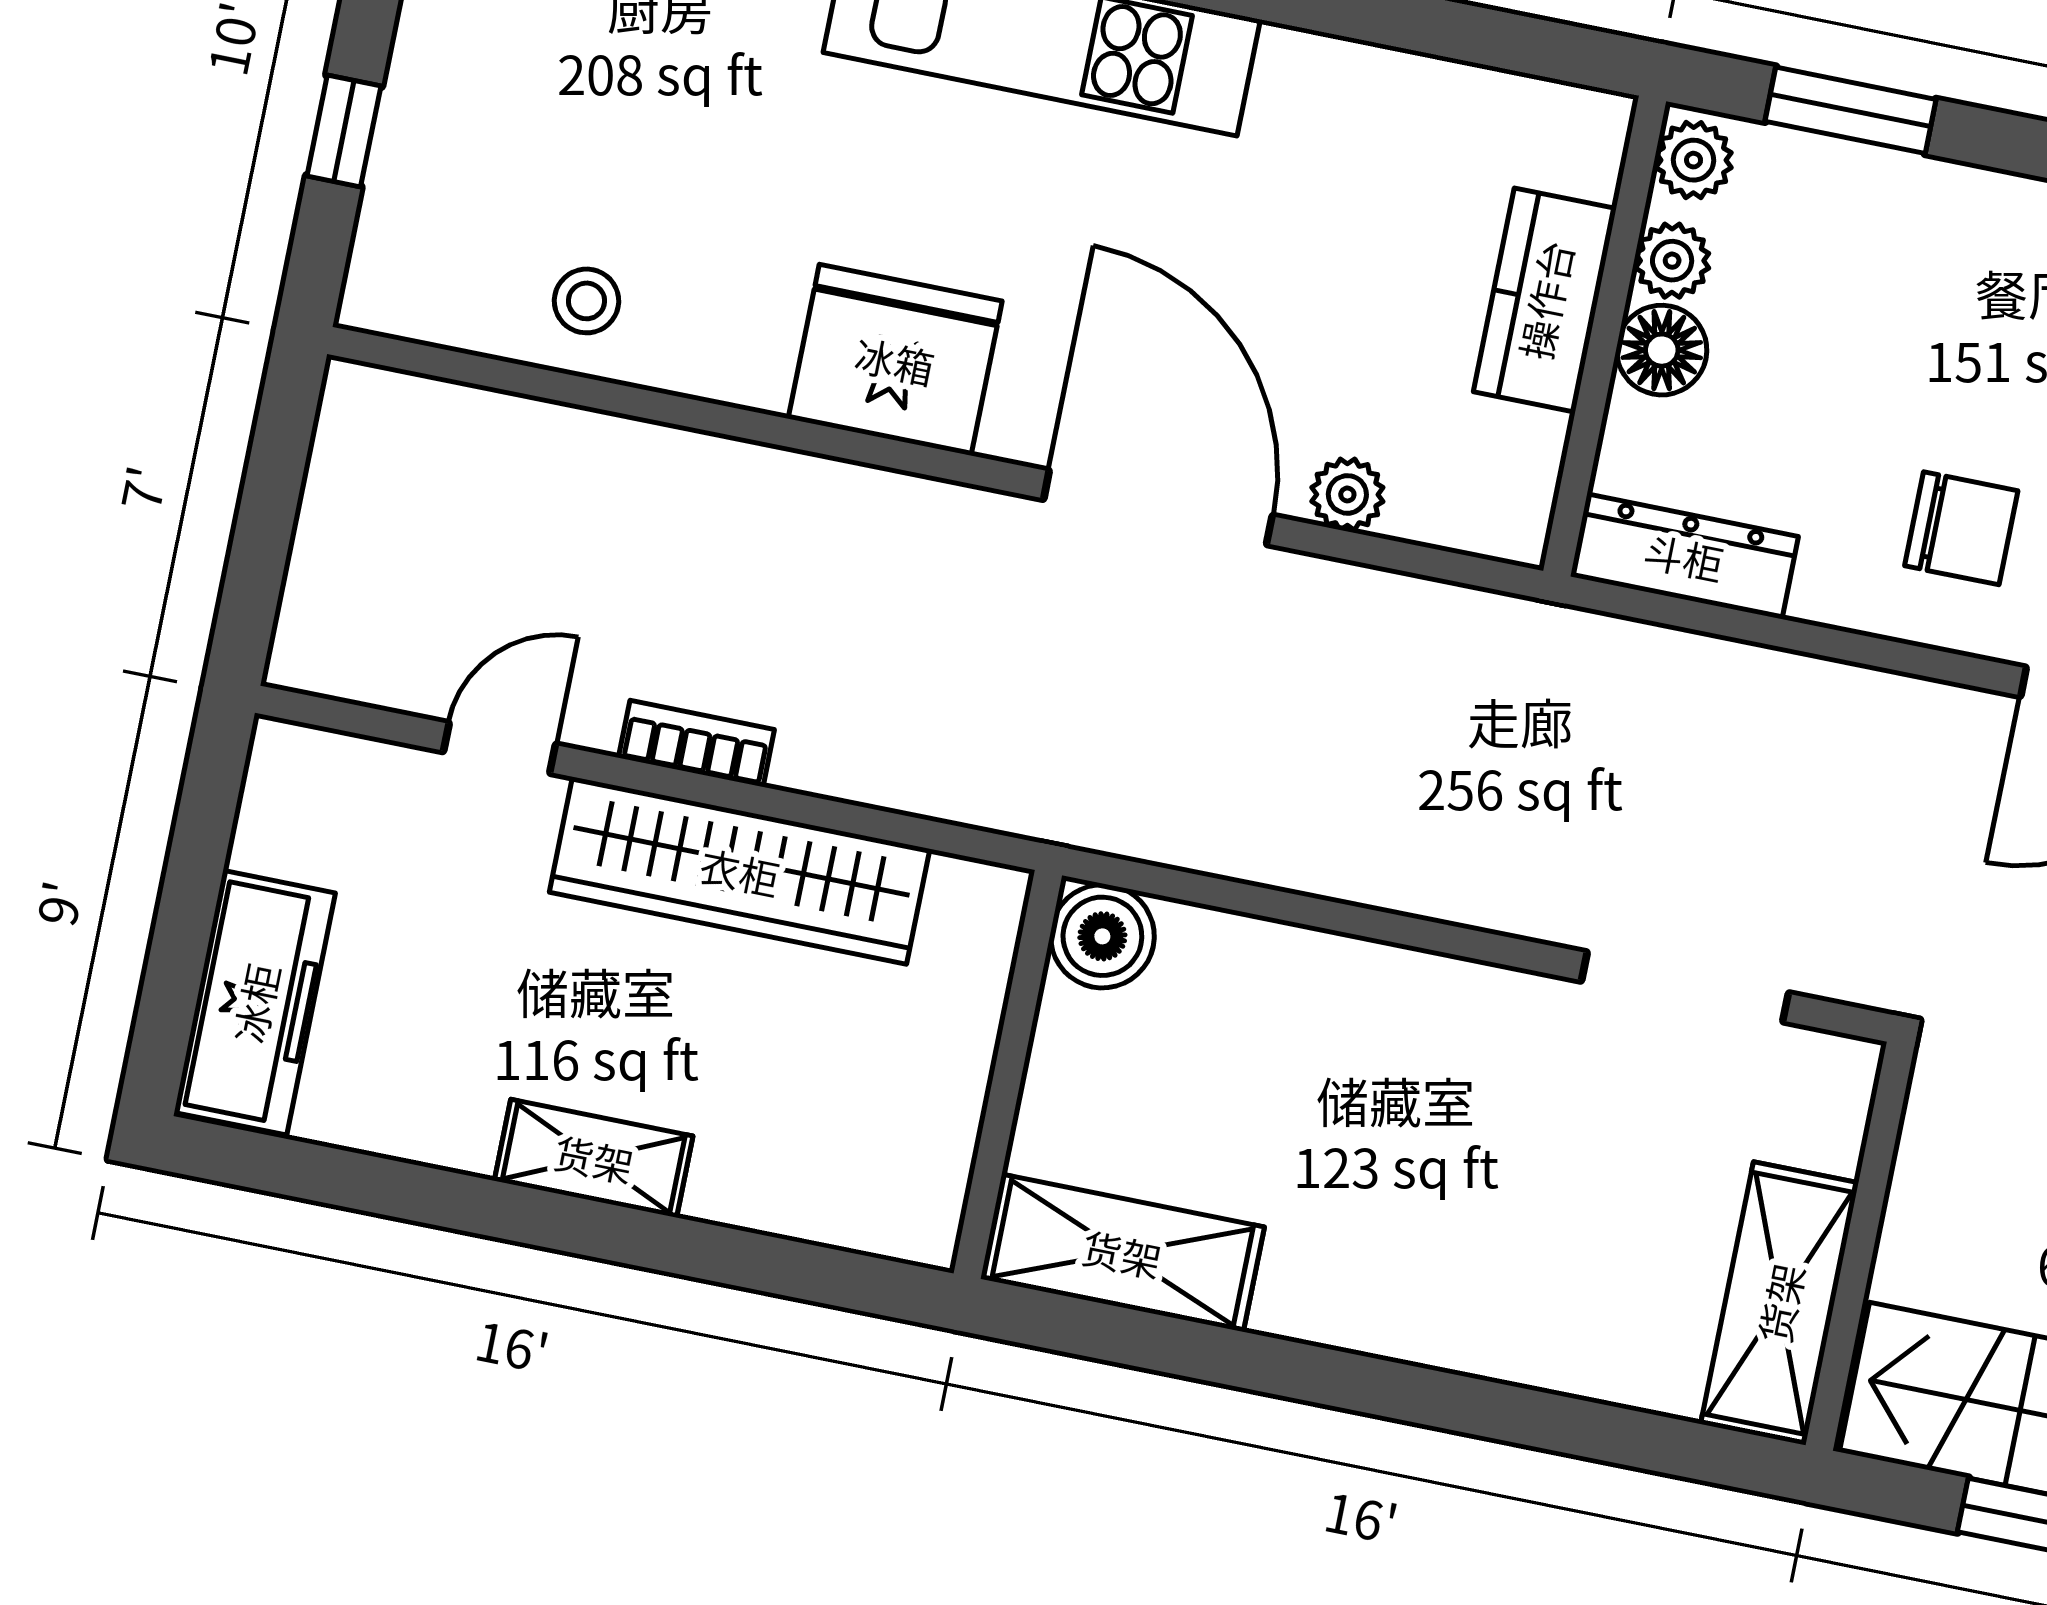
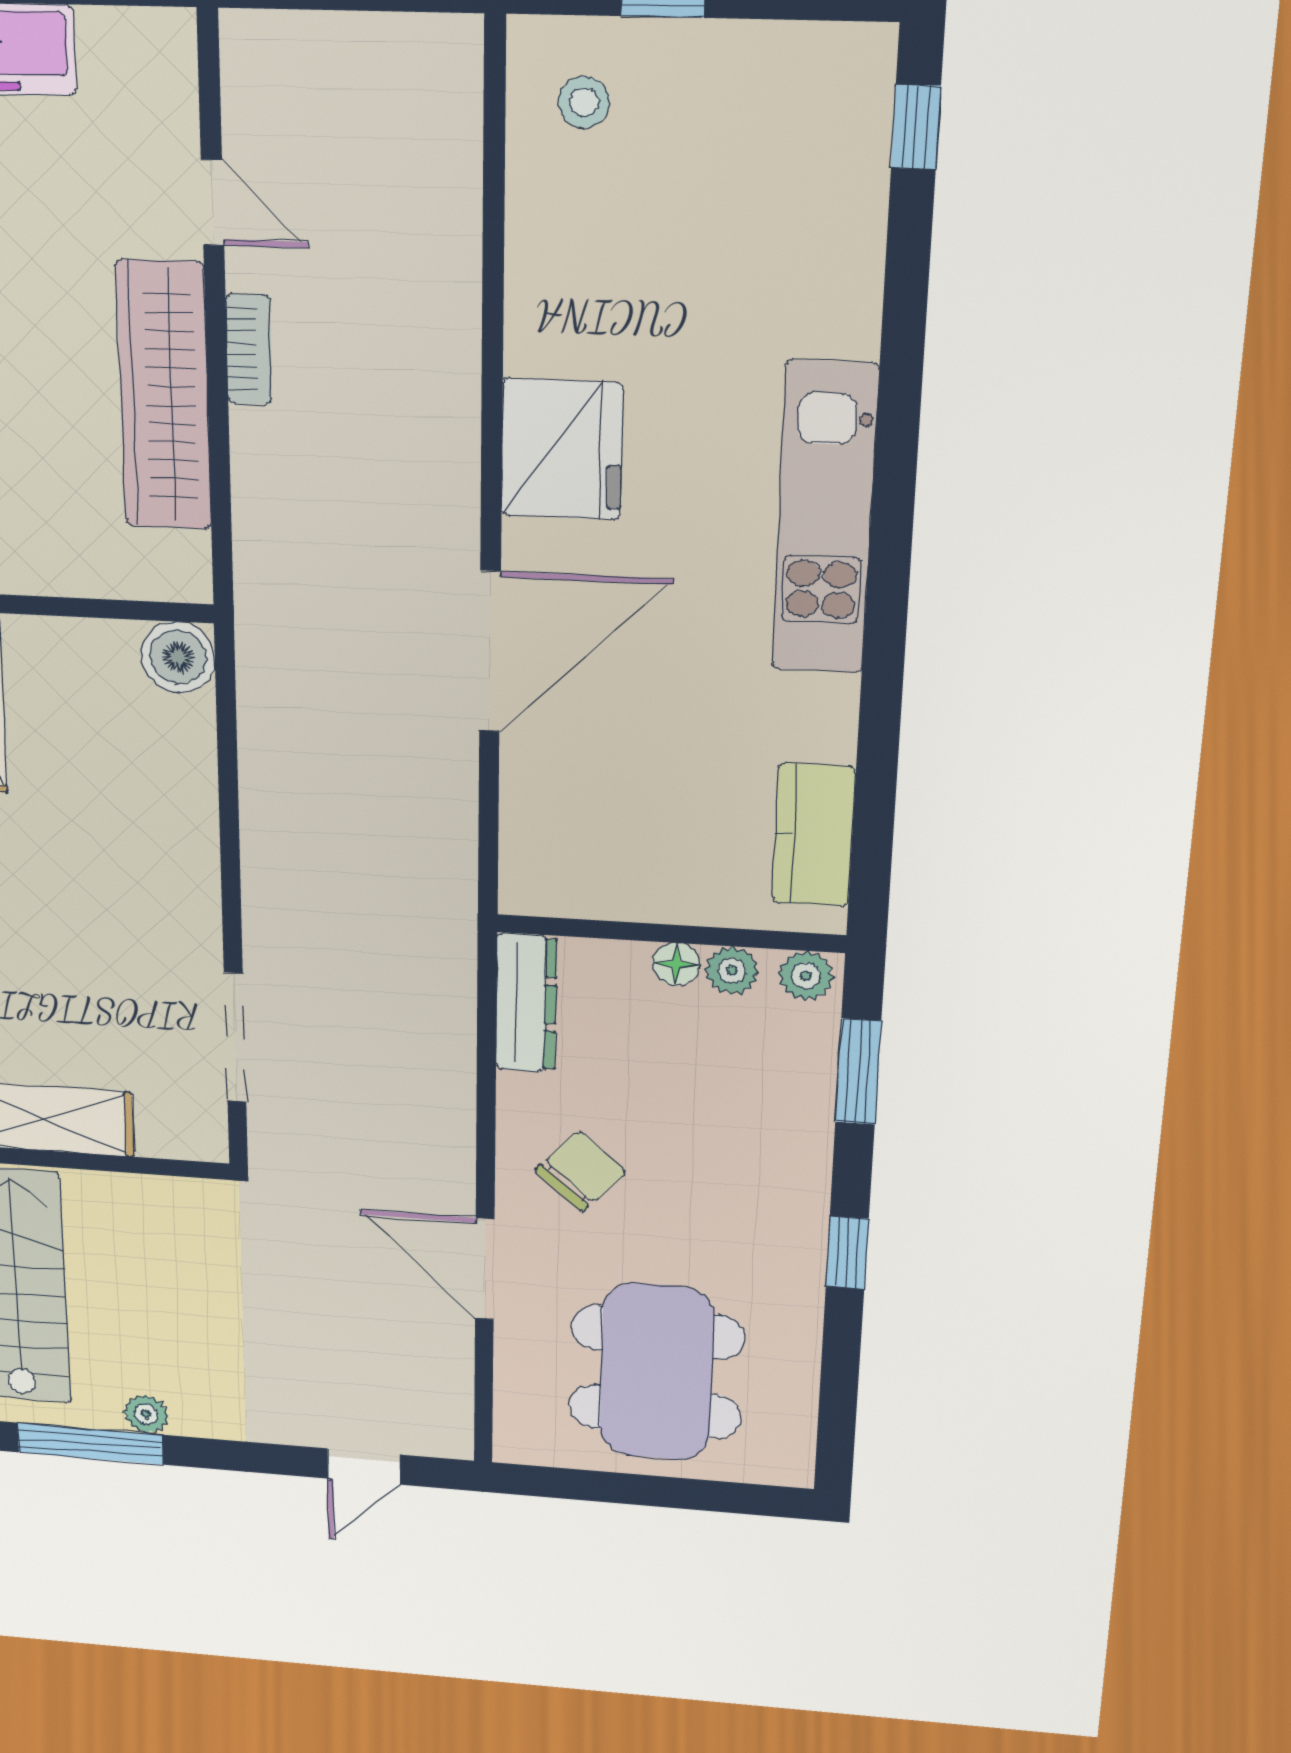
kitchen counter: (1545, 300) -> (814, 835), moved, turned -90
stool: (587, 301) -> (584, 102), moved
floor lamp: (1662, 350) -> (676, 964), width x0.73, depth x0.73
plant: (1347, 494) -> (525, 779), removed
chair: (1961, 528) -> (580, 1171), turned -138

